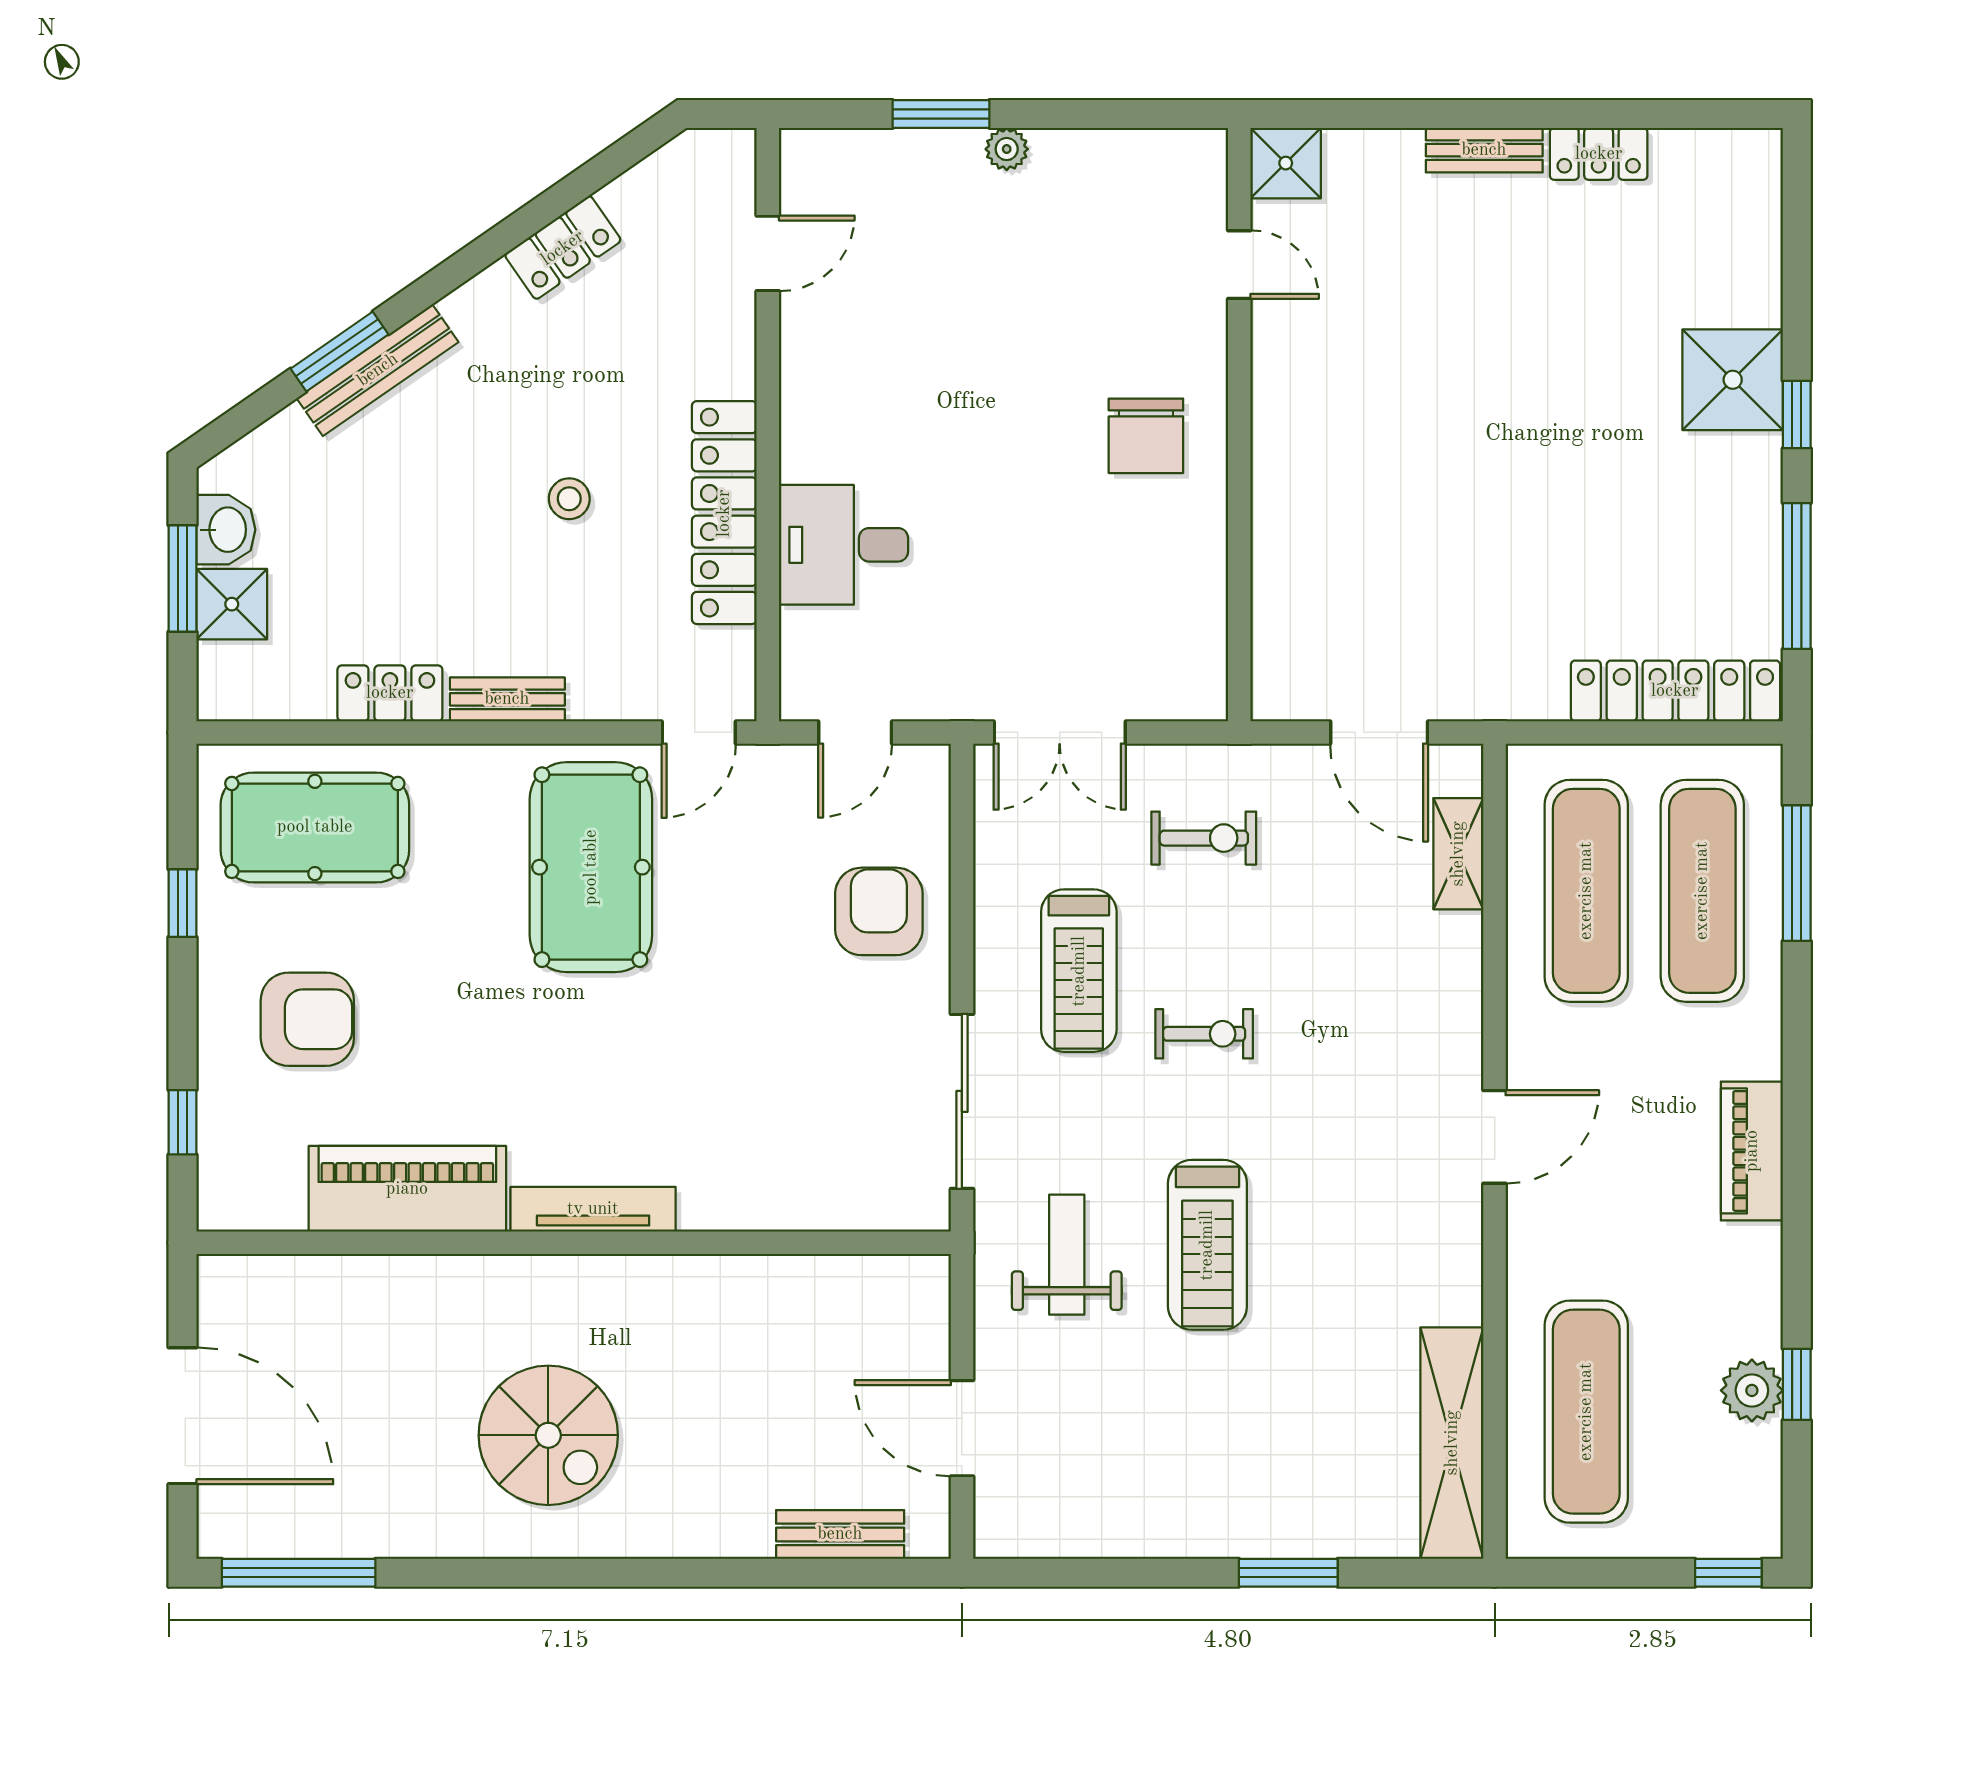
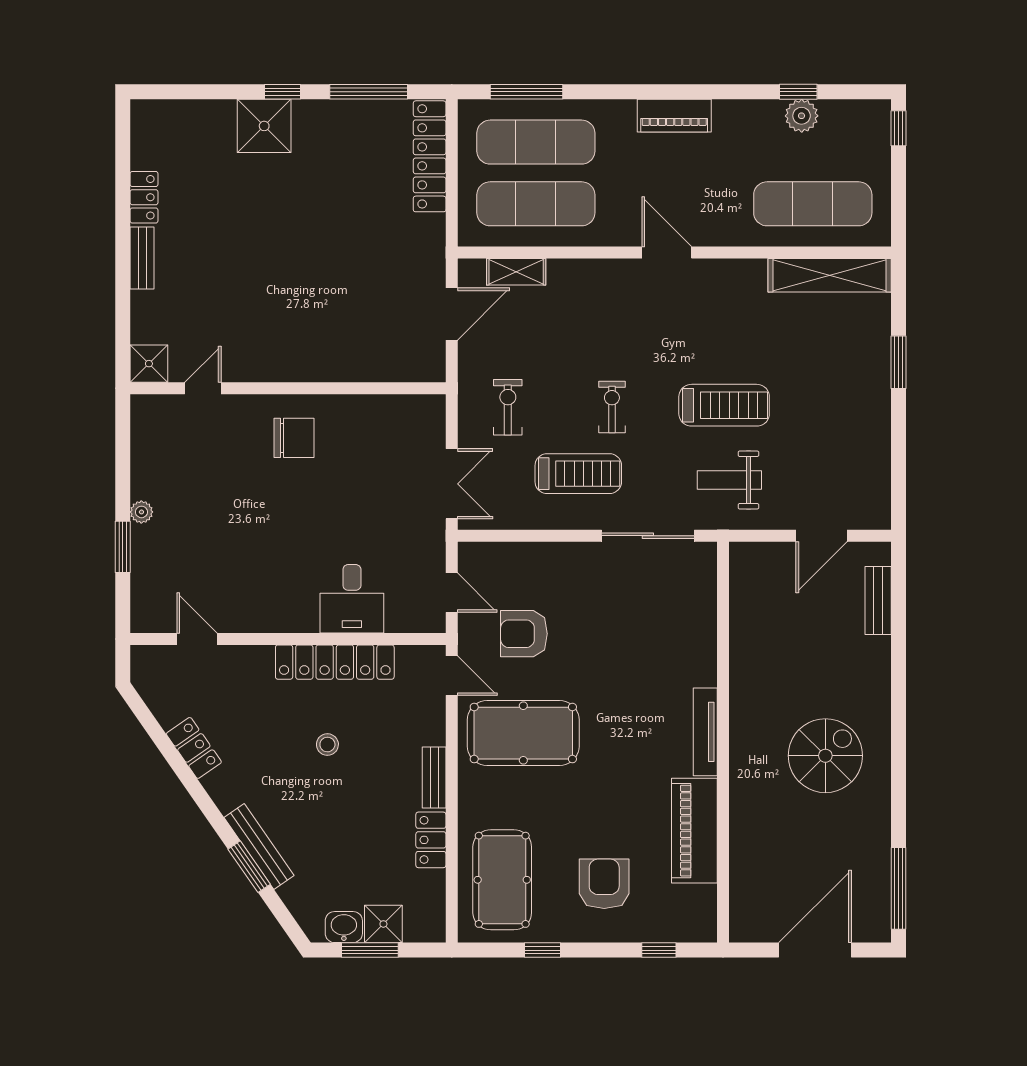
armchair: (879, 911) -> (524, 634), moved

